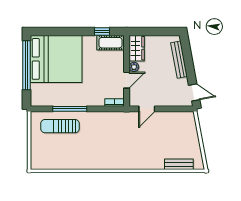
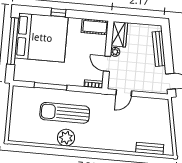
window: (102, 31) -> (58, 13), moved
door: (127, 80) -> (107, 64), swing flipped
sun lounger: (60, 126) -> (65, 113), moved, width x1.36, depth x1.34
plant: (91, 161) -> (66, 138), added

